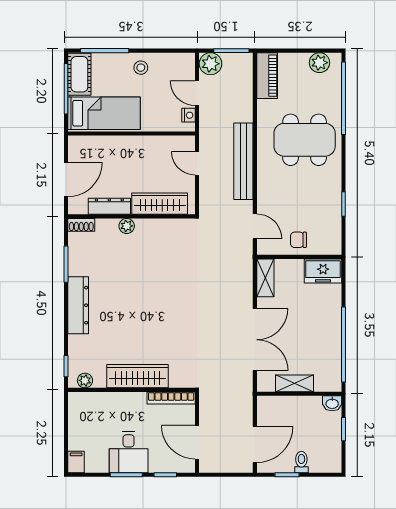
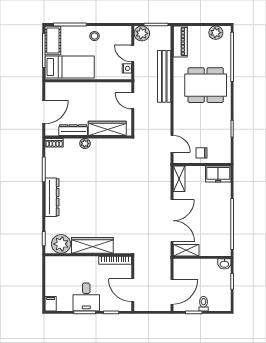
bench: (243, 161) -> (164, 76), moved
plant: (85, 380) -> (61, 244), width x1.88, depth x1.88
shelving: (294, 383) -> (186, 250), moved

